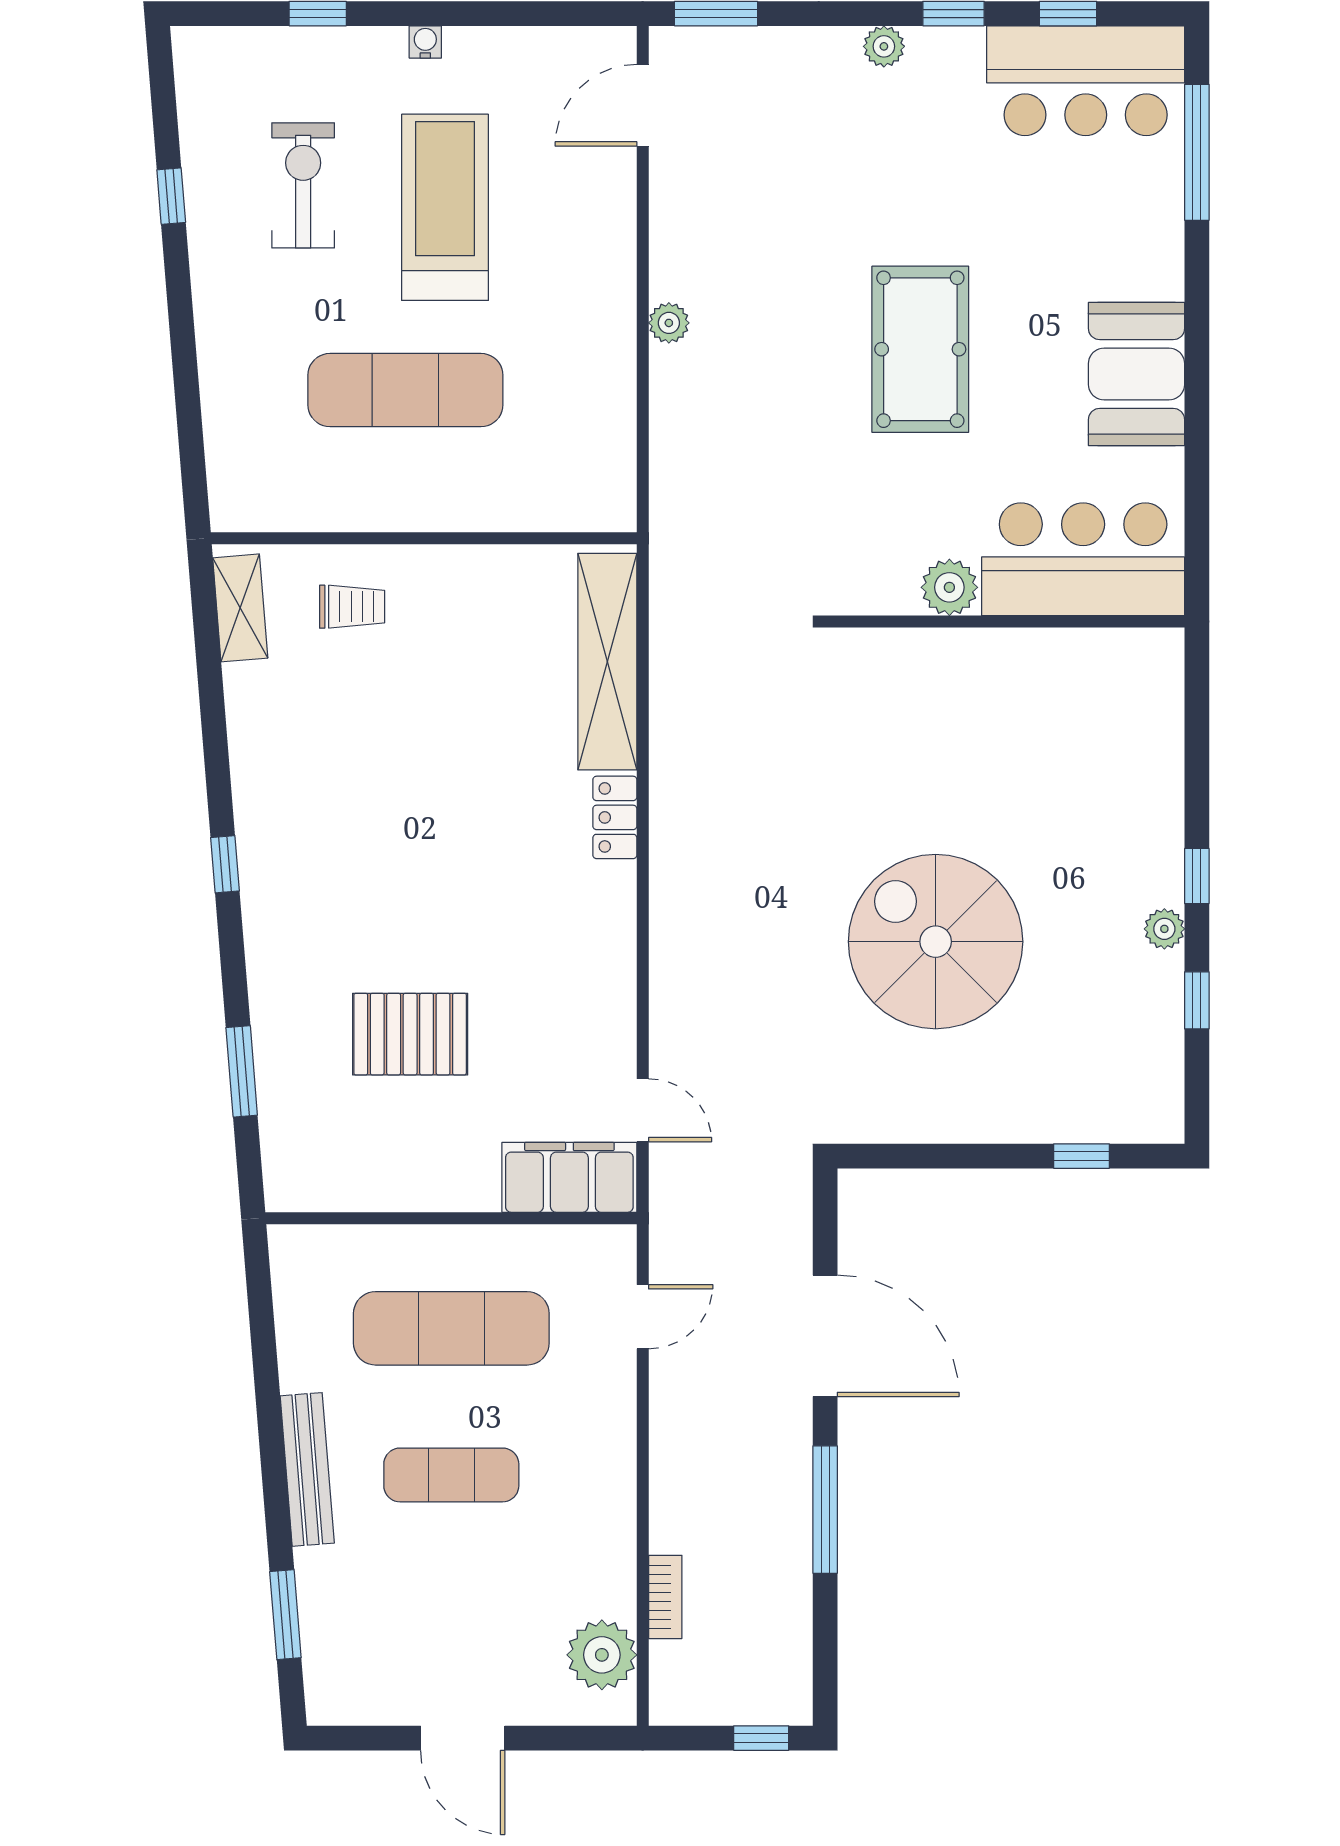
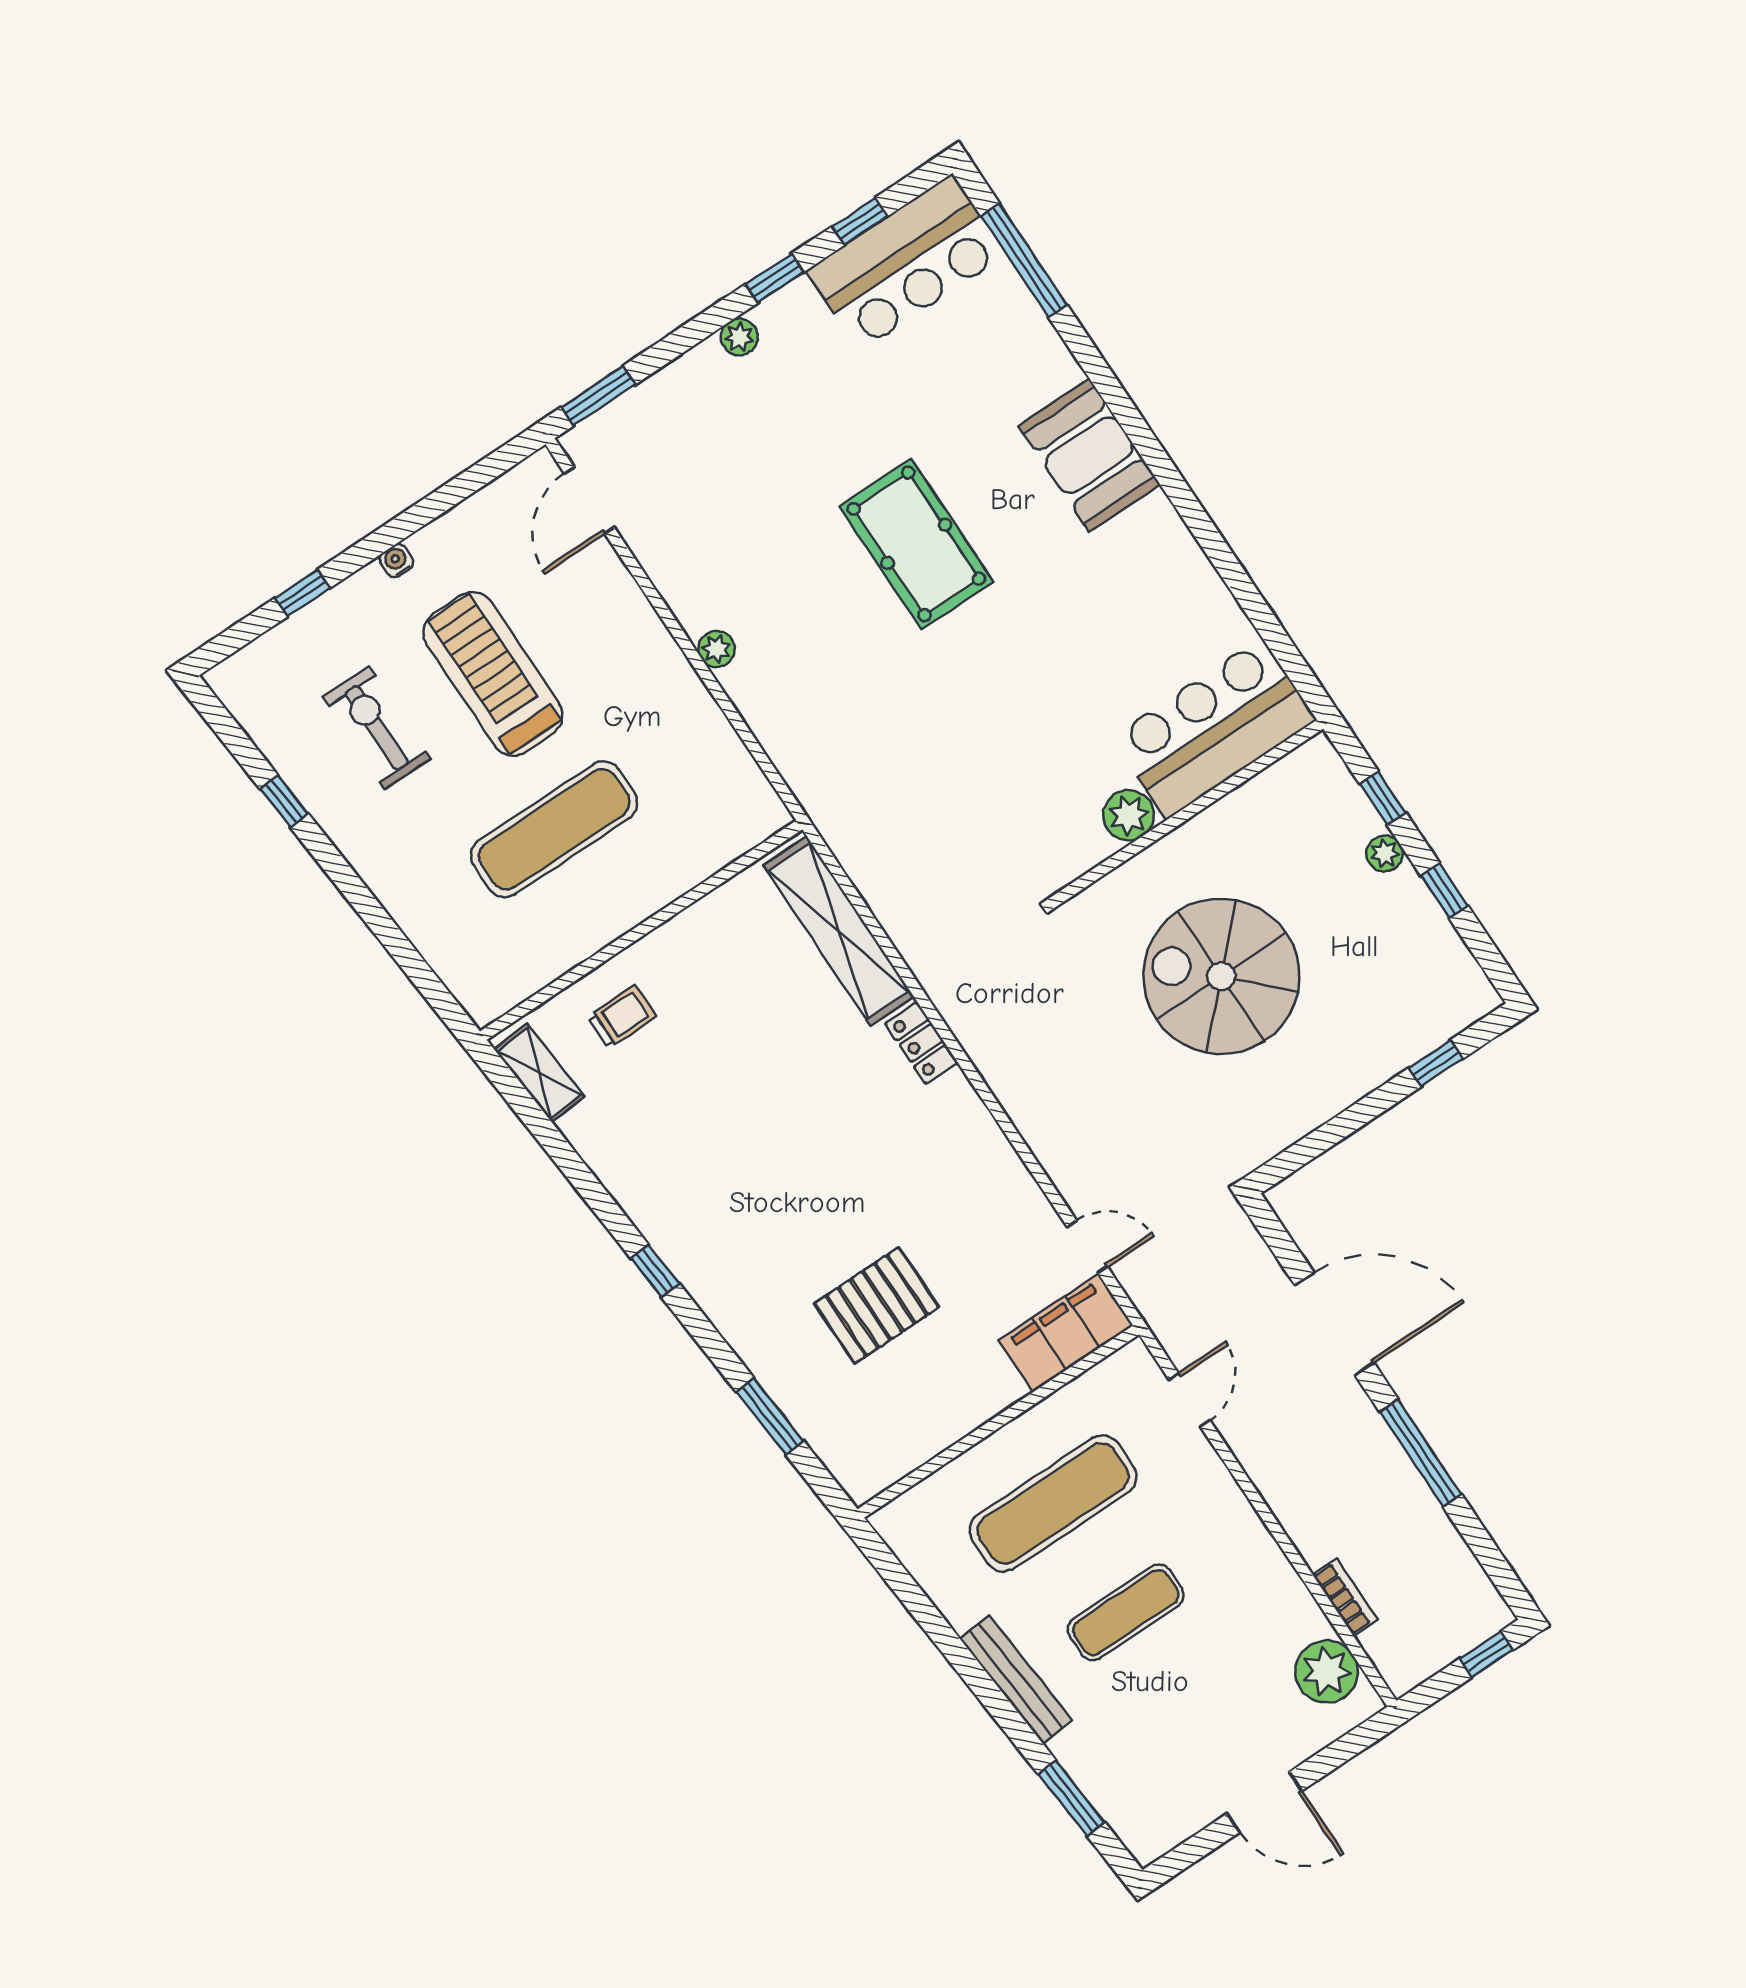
bar counter: (1083, 559) -> (1214, 728), moved
plant: (949, 587) -> (1129, 815), moved
wall: (1005, 621) -> (1187, 813), moved

